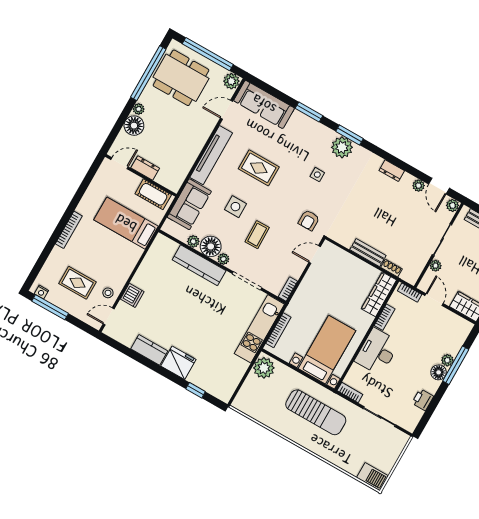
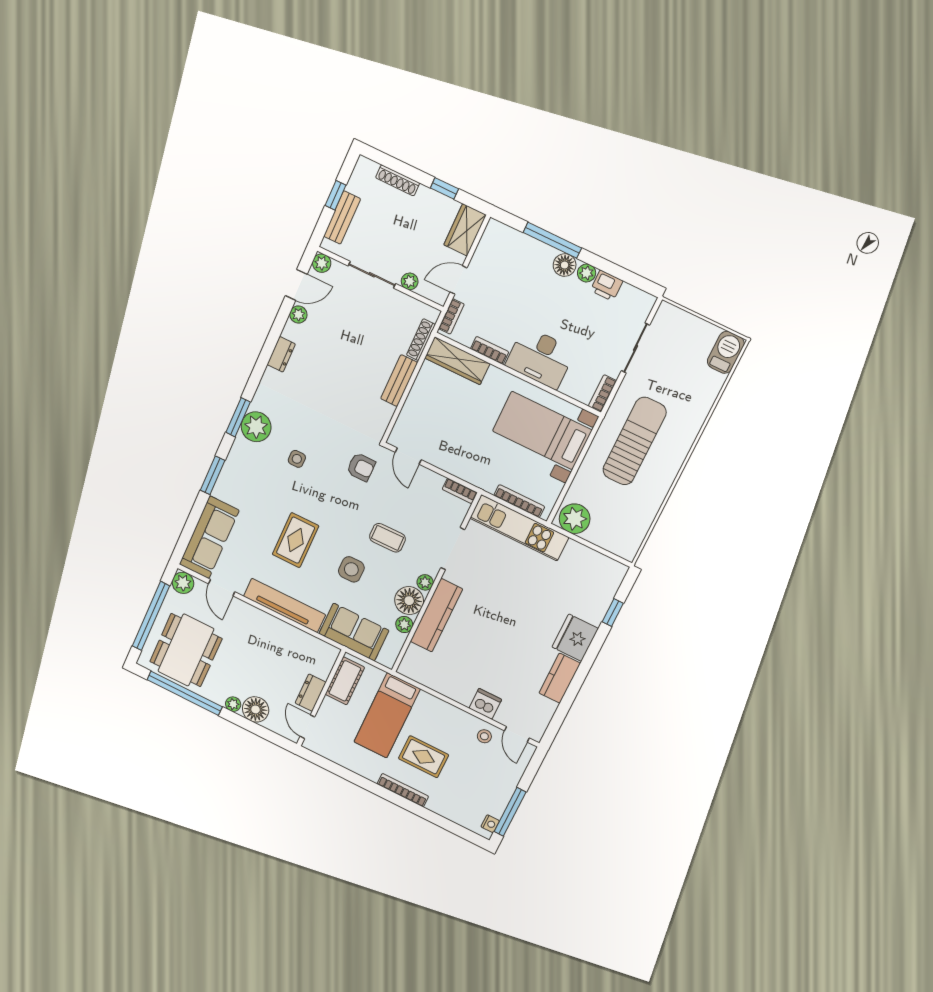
shoe rack: (392, 268) -> (421, 340), width x1.43
rug: (77, 283) -> (424, 757), moved, turned 90
plant: (447, 360) -> (587, 273), moved

